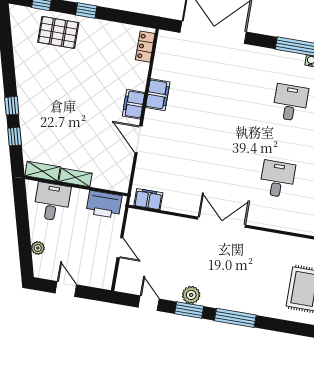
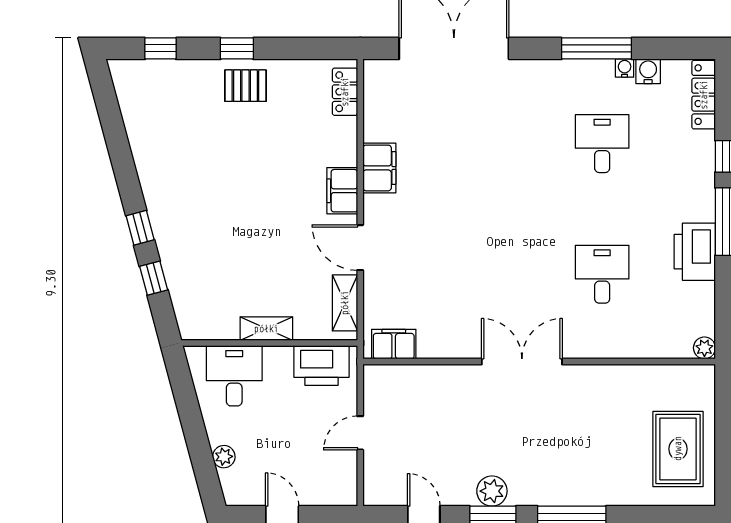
pallet: (58, 32) -> (245, 86), moved, width x0.67, depth x0.71
shelving: (42, 171) -> (345, 303), moved, turned 90
door: (120, 248) -> (360, 433), swing flipped

